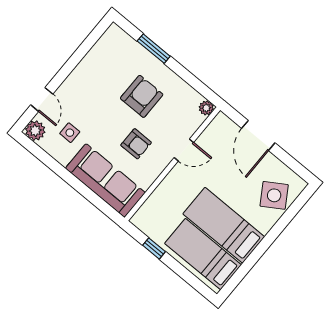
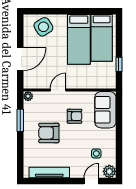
window: (154, 49) -> (20, 120), moved
tv unit: (94, 57) -> (49, 172), added
armchair: (136, 144) -> (75, 116), turned 90
door: (184, 150) -> (58, 90), hinge flipped
sofa: (105, 180) -> (105, 110), width x0.73

